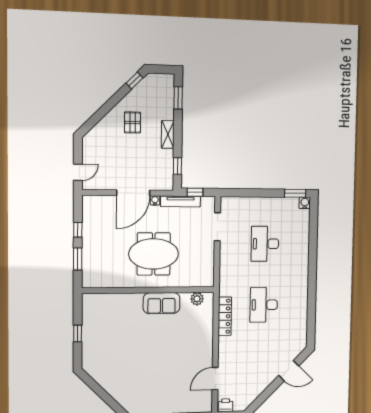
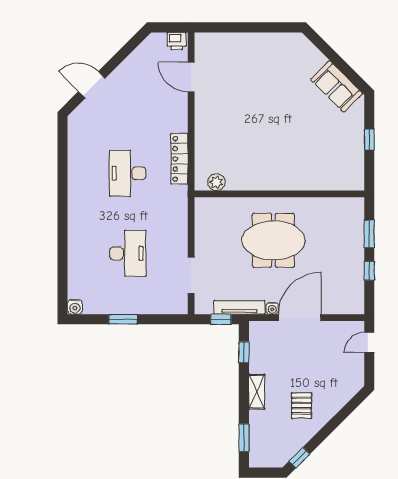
window: (295, 193) -> (123, 319), moved
sofa: (162, 303) -> (337, 86), moved, turned -135
desk: (264, 305) -> (128, 173), turned 180
door: (215, 379) -> (191, 77), swing flipped

